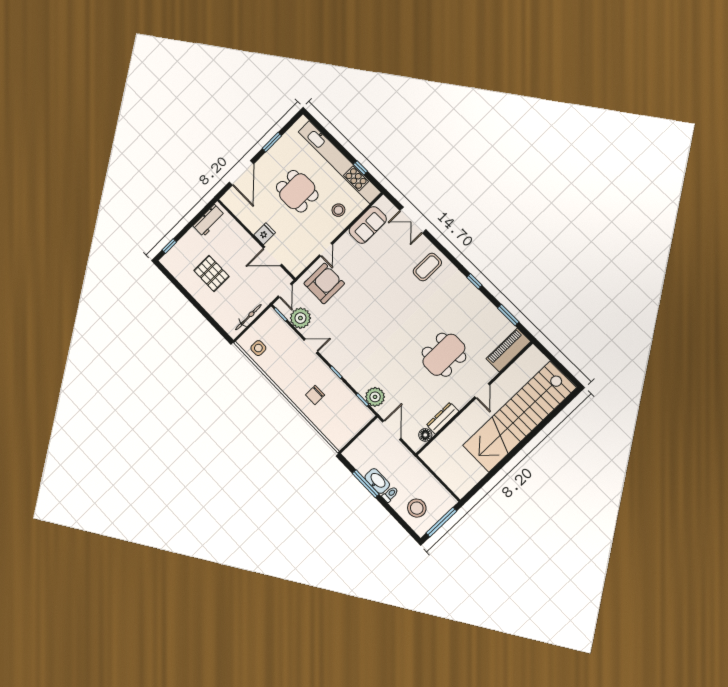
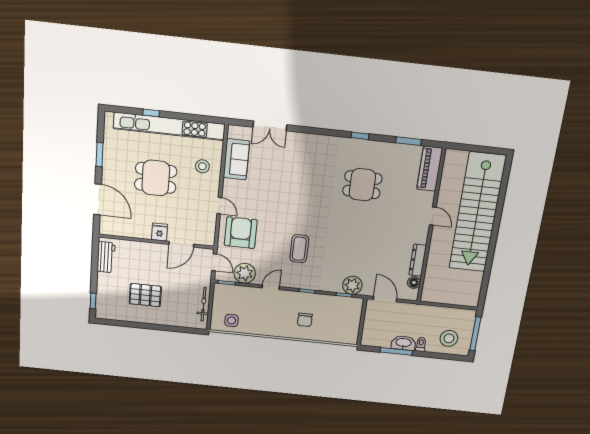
window: (360, 168) -> (151, 113), moved
coffee table: (427, 267) -> (299, 249), moved
dining table: (444, 355) -> (362, 185), moved, width x0.73

